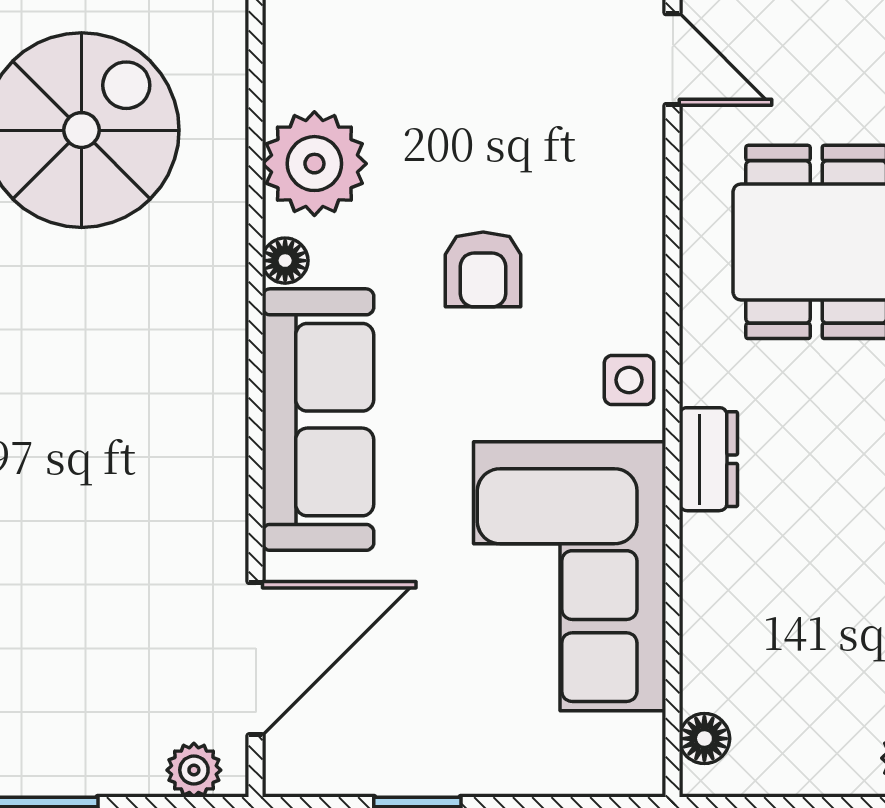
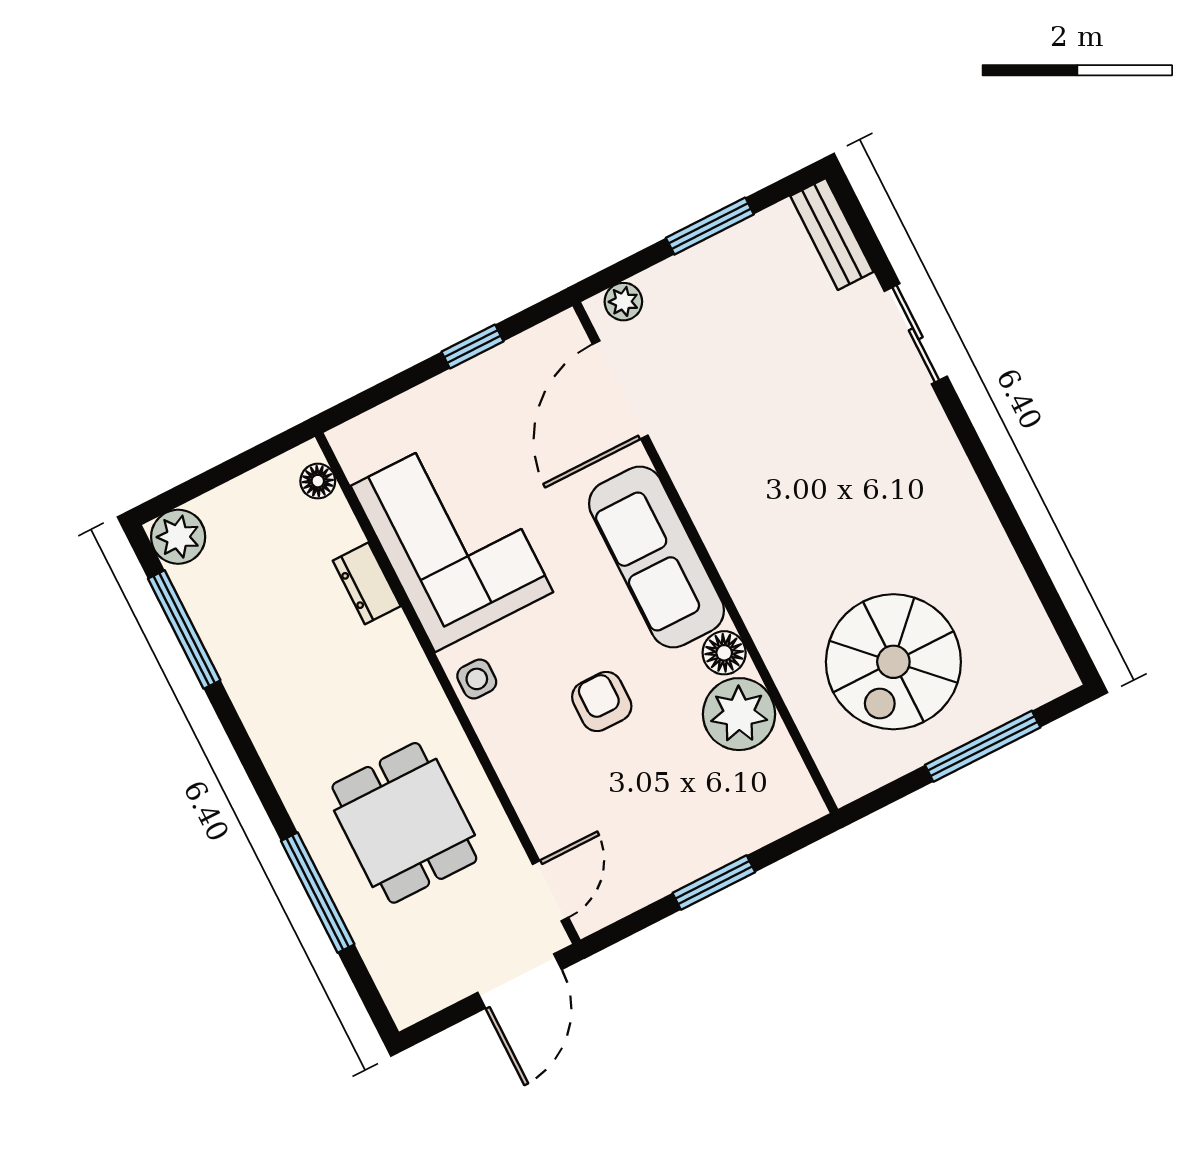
door: (673, 59) -> (550, 891), swing flipped
floor lamp: (285, 261) -> (724, 653), width x1.37, depth x1.37
dresser: (708, 459) -> (367, 583), moved

